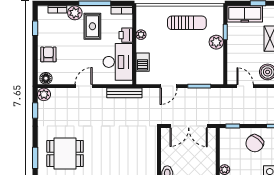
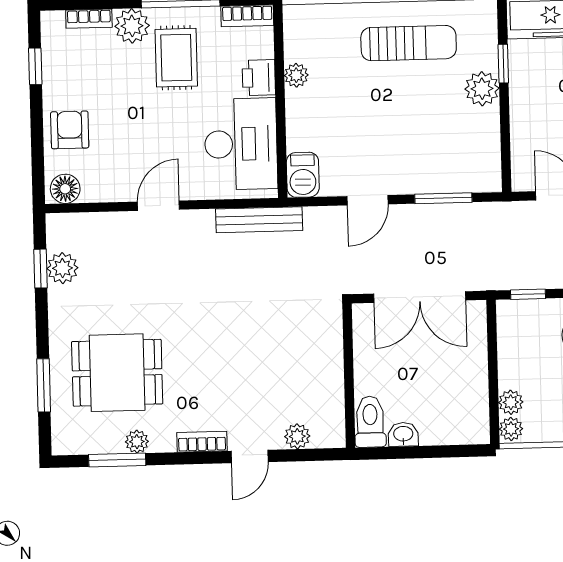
barbecue: (143, 62) -> (303, 175), moved
plant: (44, 94) -> (62, 268), moved

